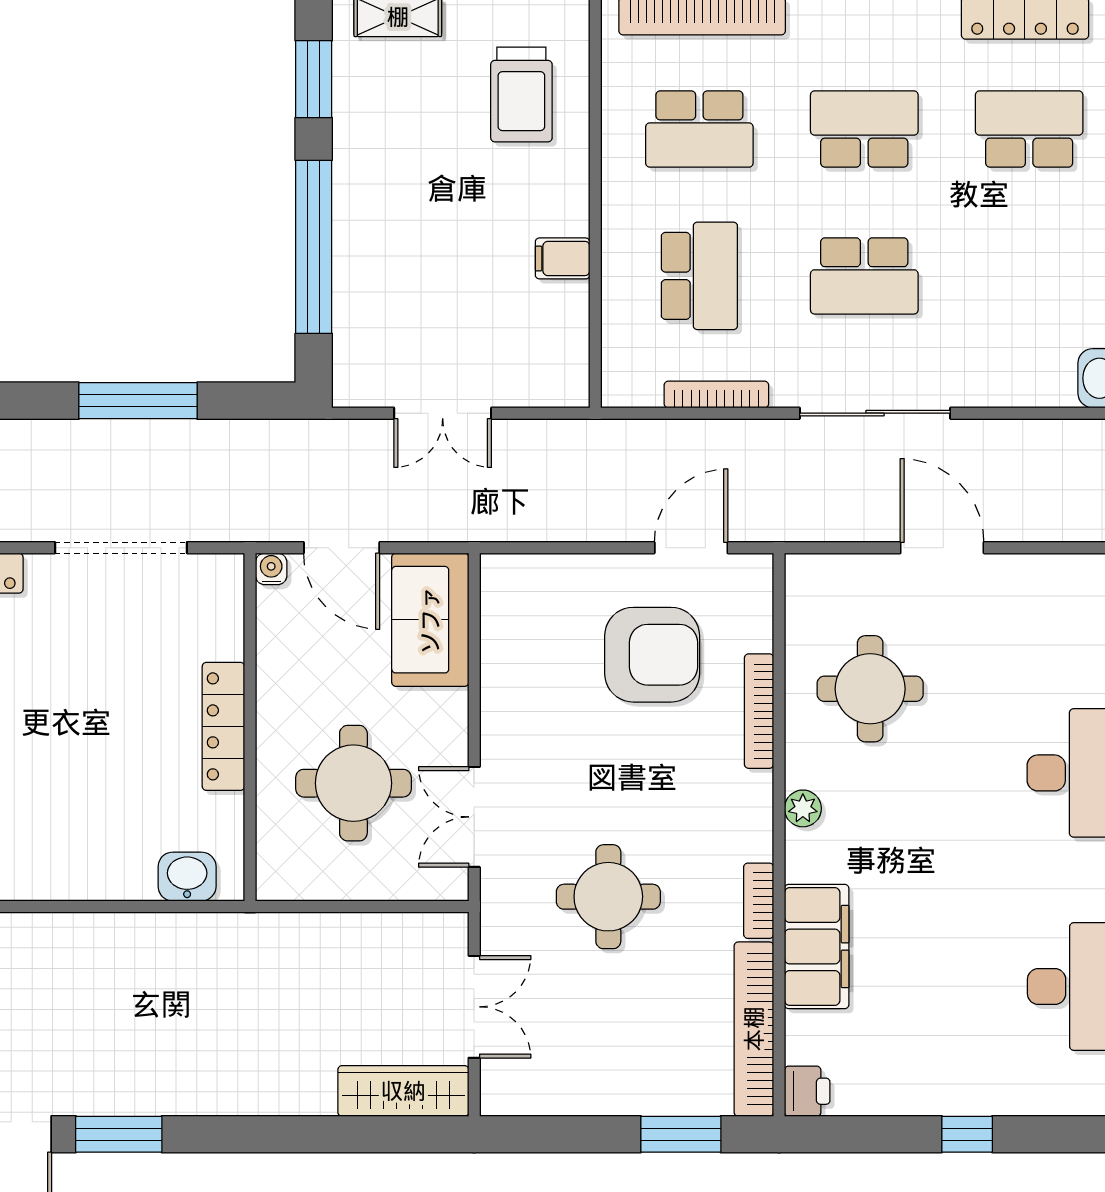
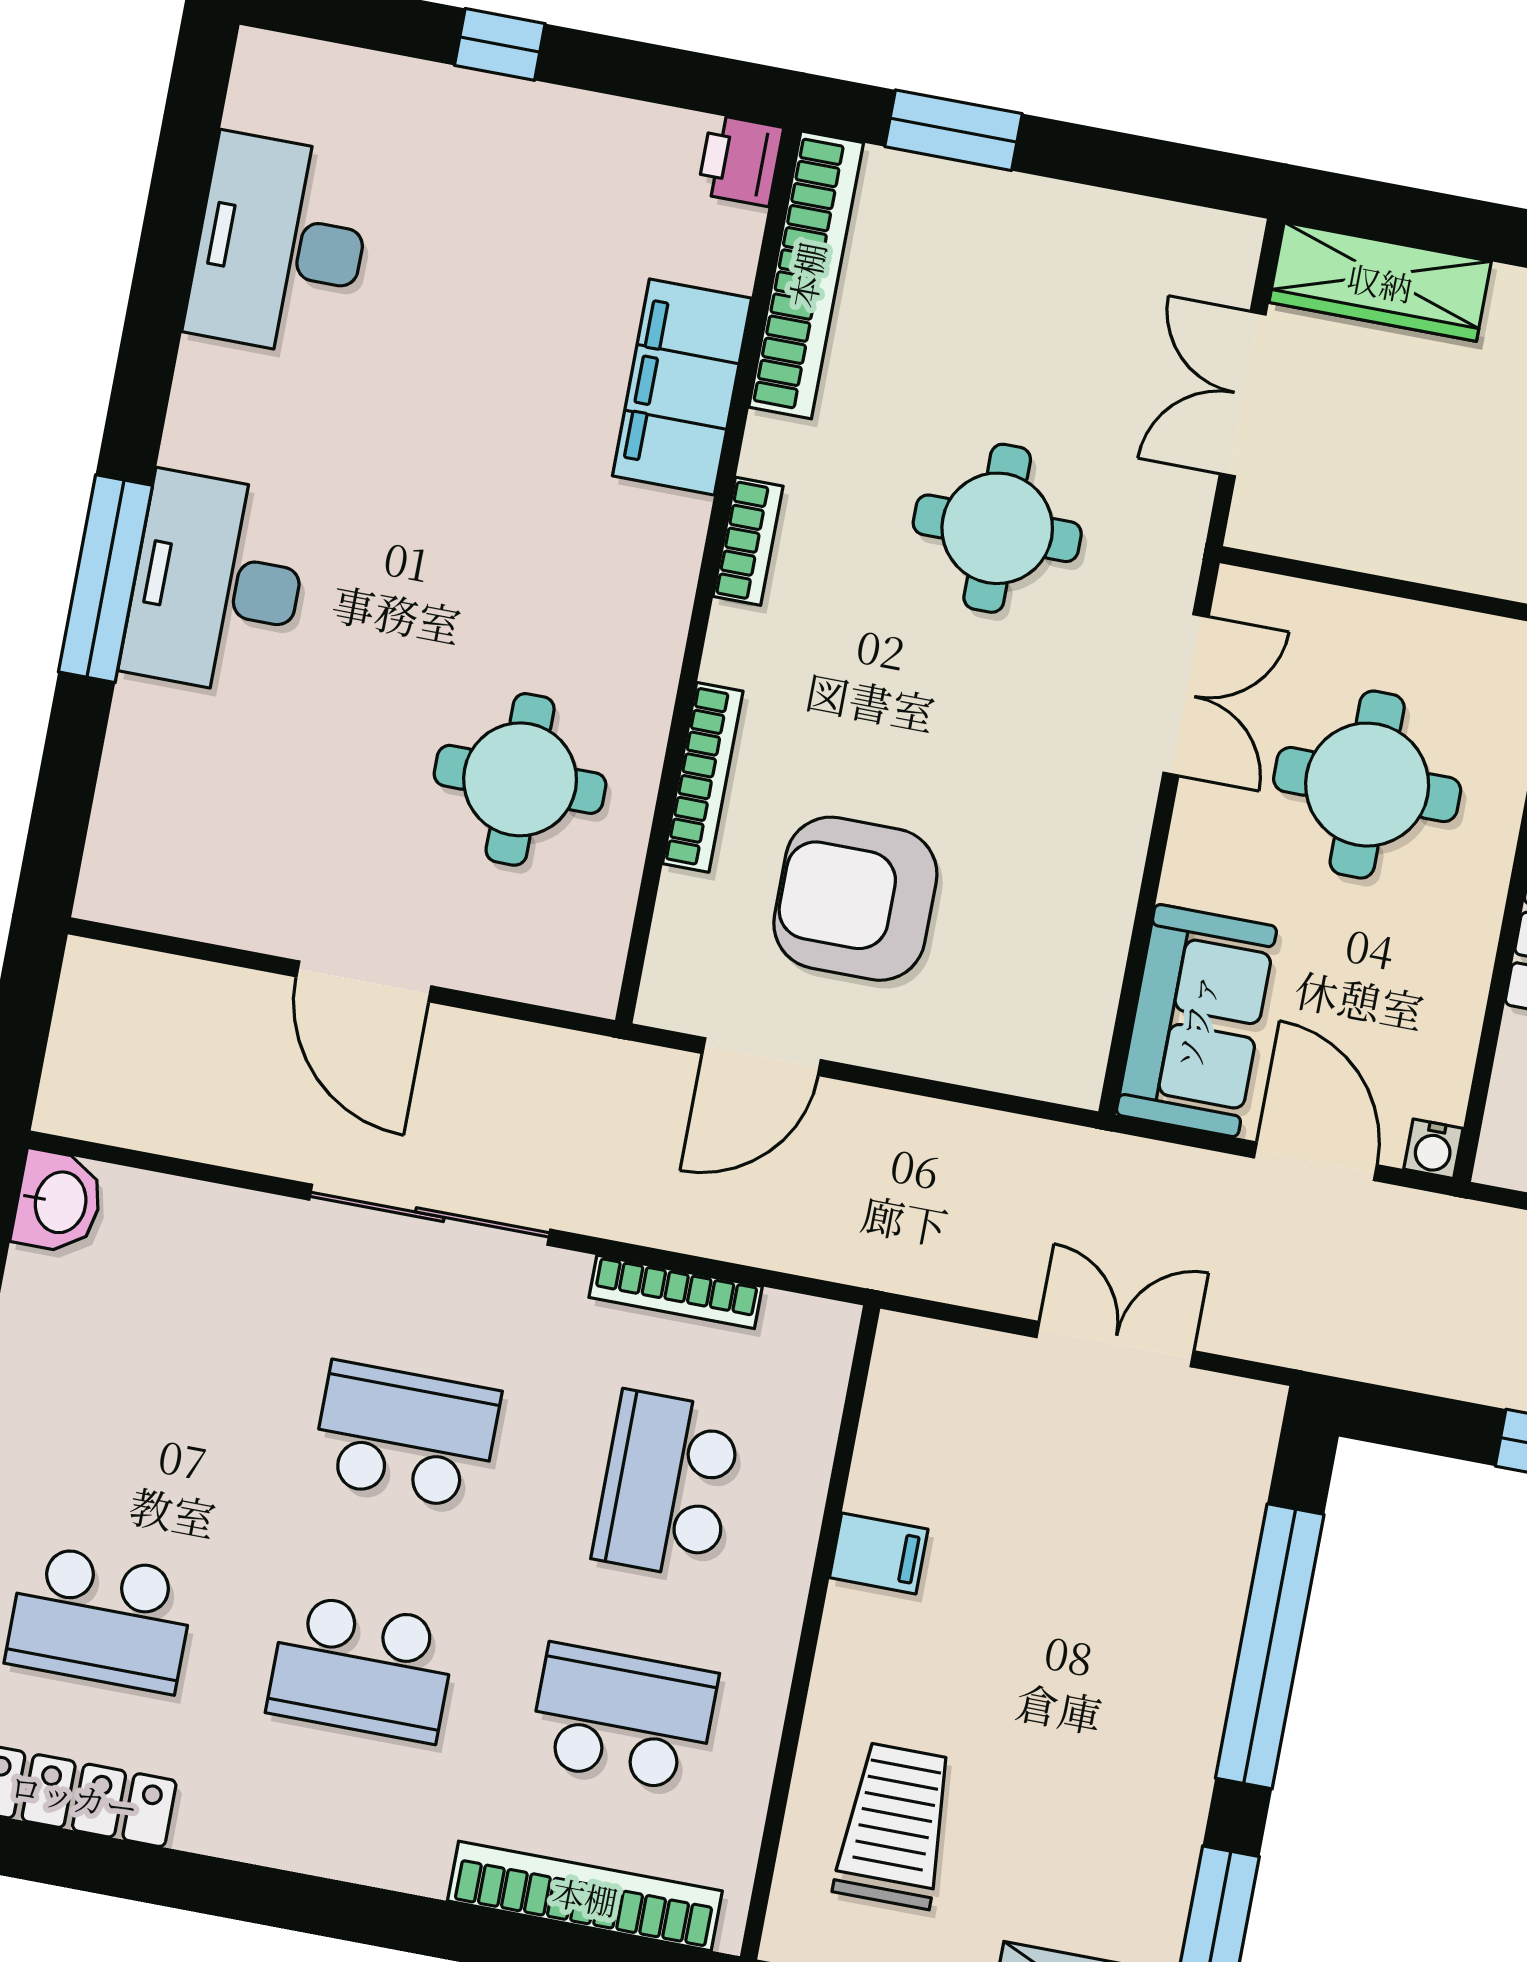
plant: (803, 808) -> (662, 610), removed
bookcase: (759, 901) -> (748, 541), moved

